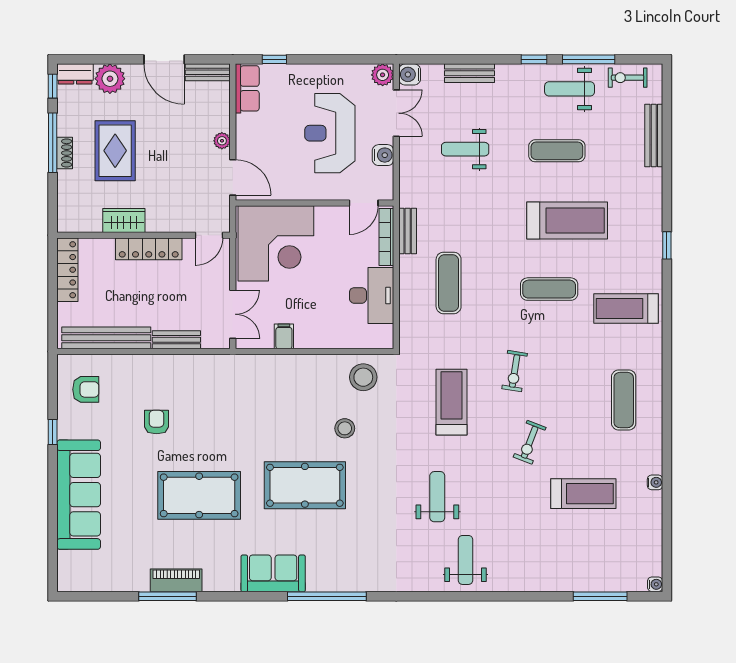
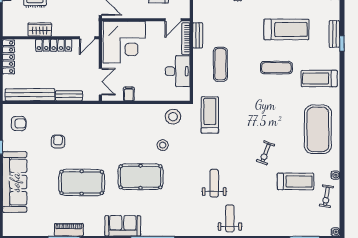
bench: (653, 229) -> (334, 34), added
exercise bike: (515, 371) -> (326, 196), moved
exercise mat: (624, 400) -> (318, 129), width x2.00, depth x1.45
treadmill: (451, 402) -> (210, 115), moved

